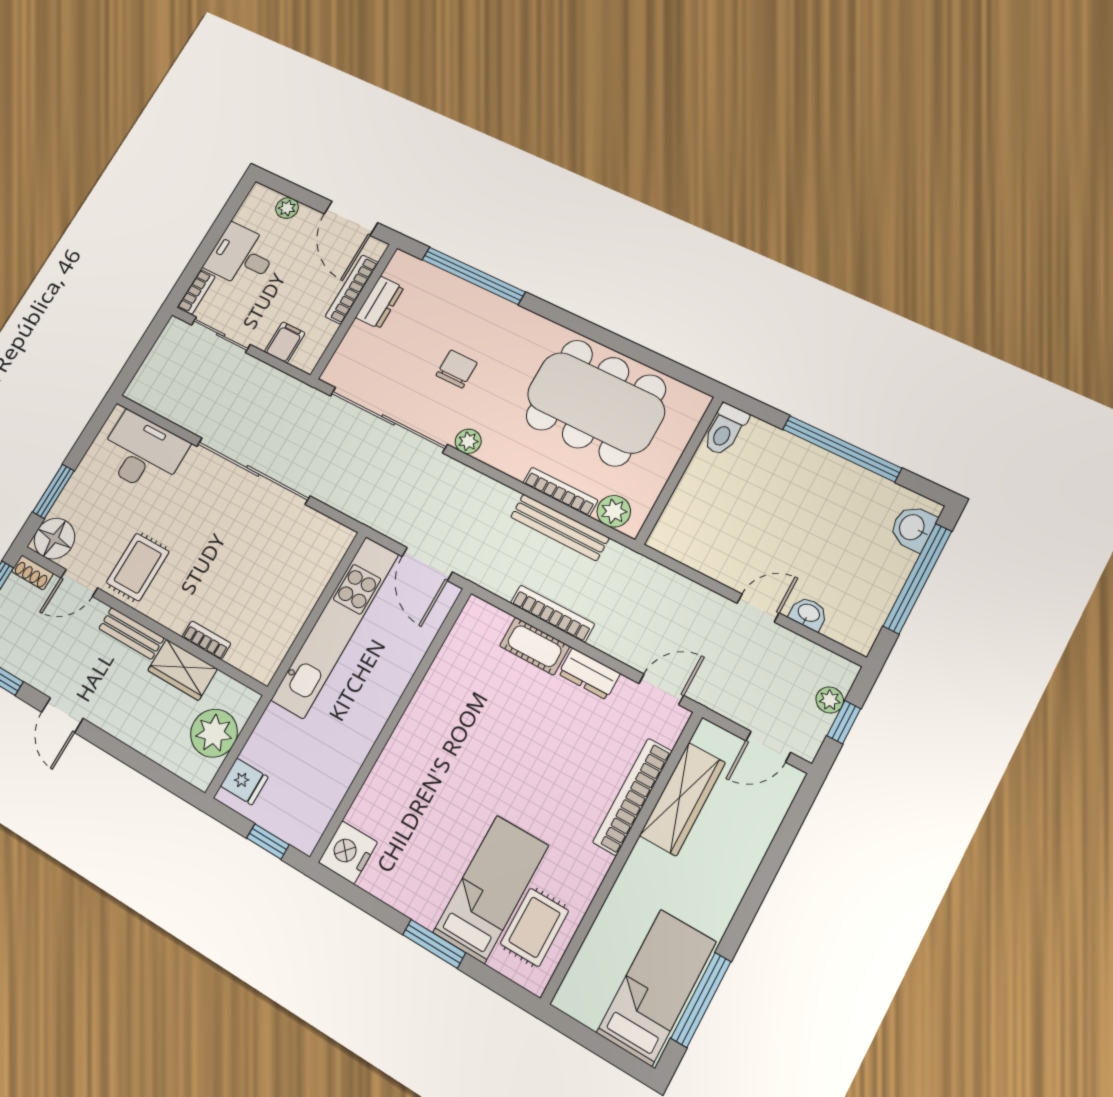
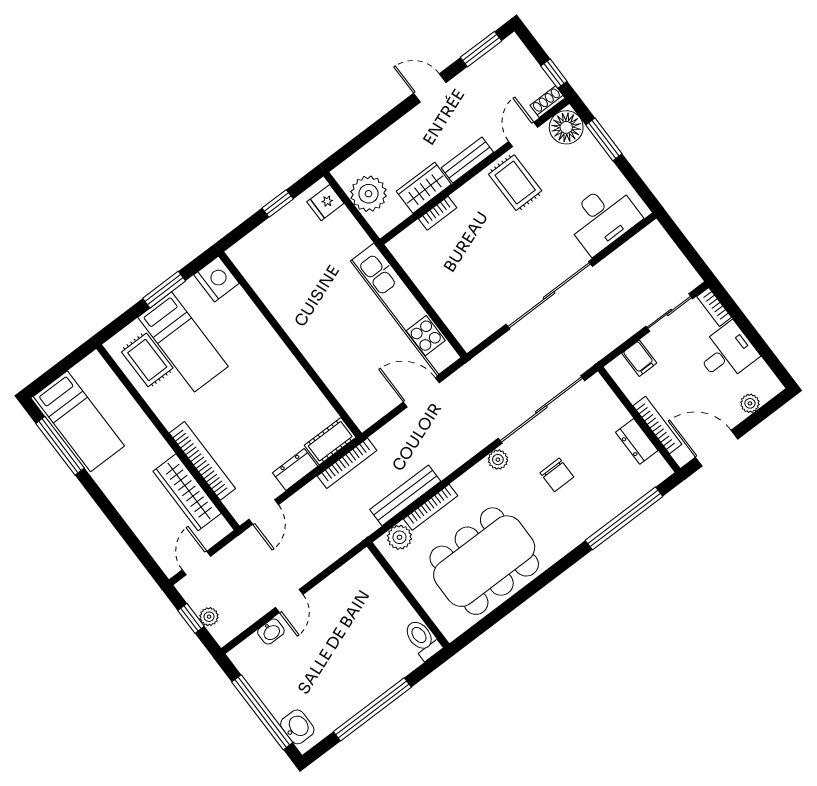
wall: (392, 723) -> (290, 344), moved
nightstand: (348, 852) -> (216, 279), moved

